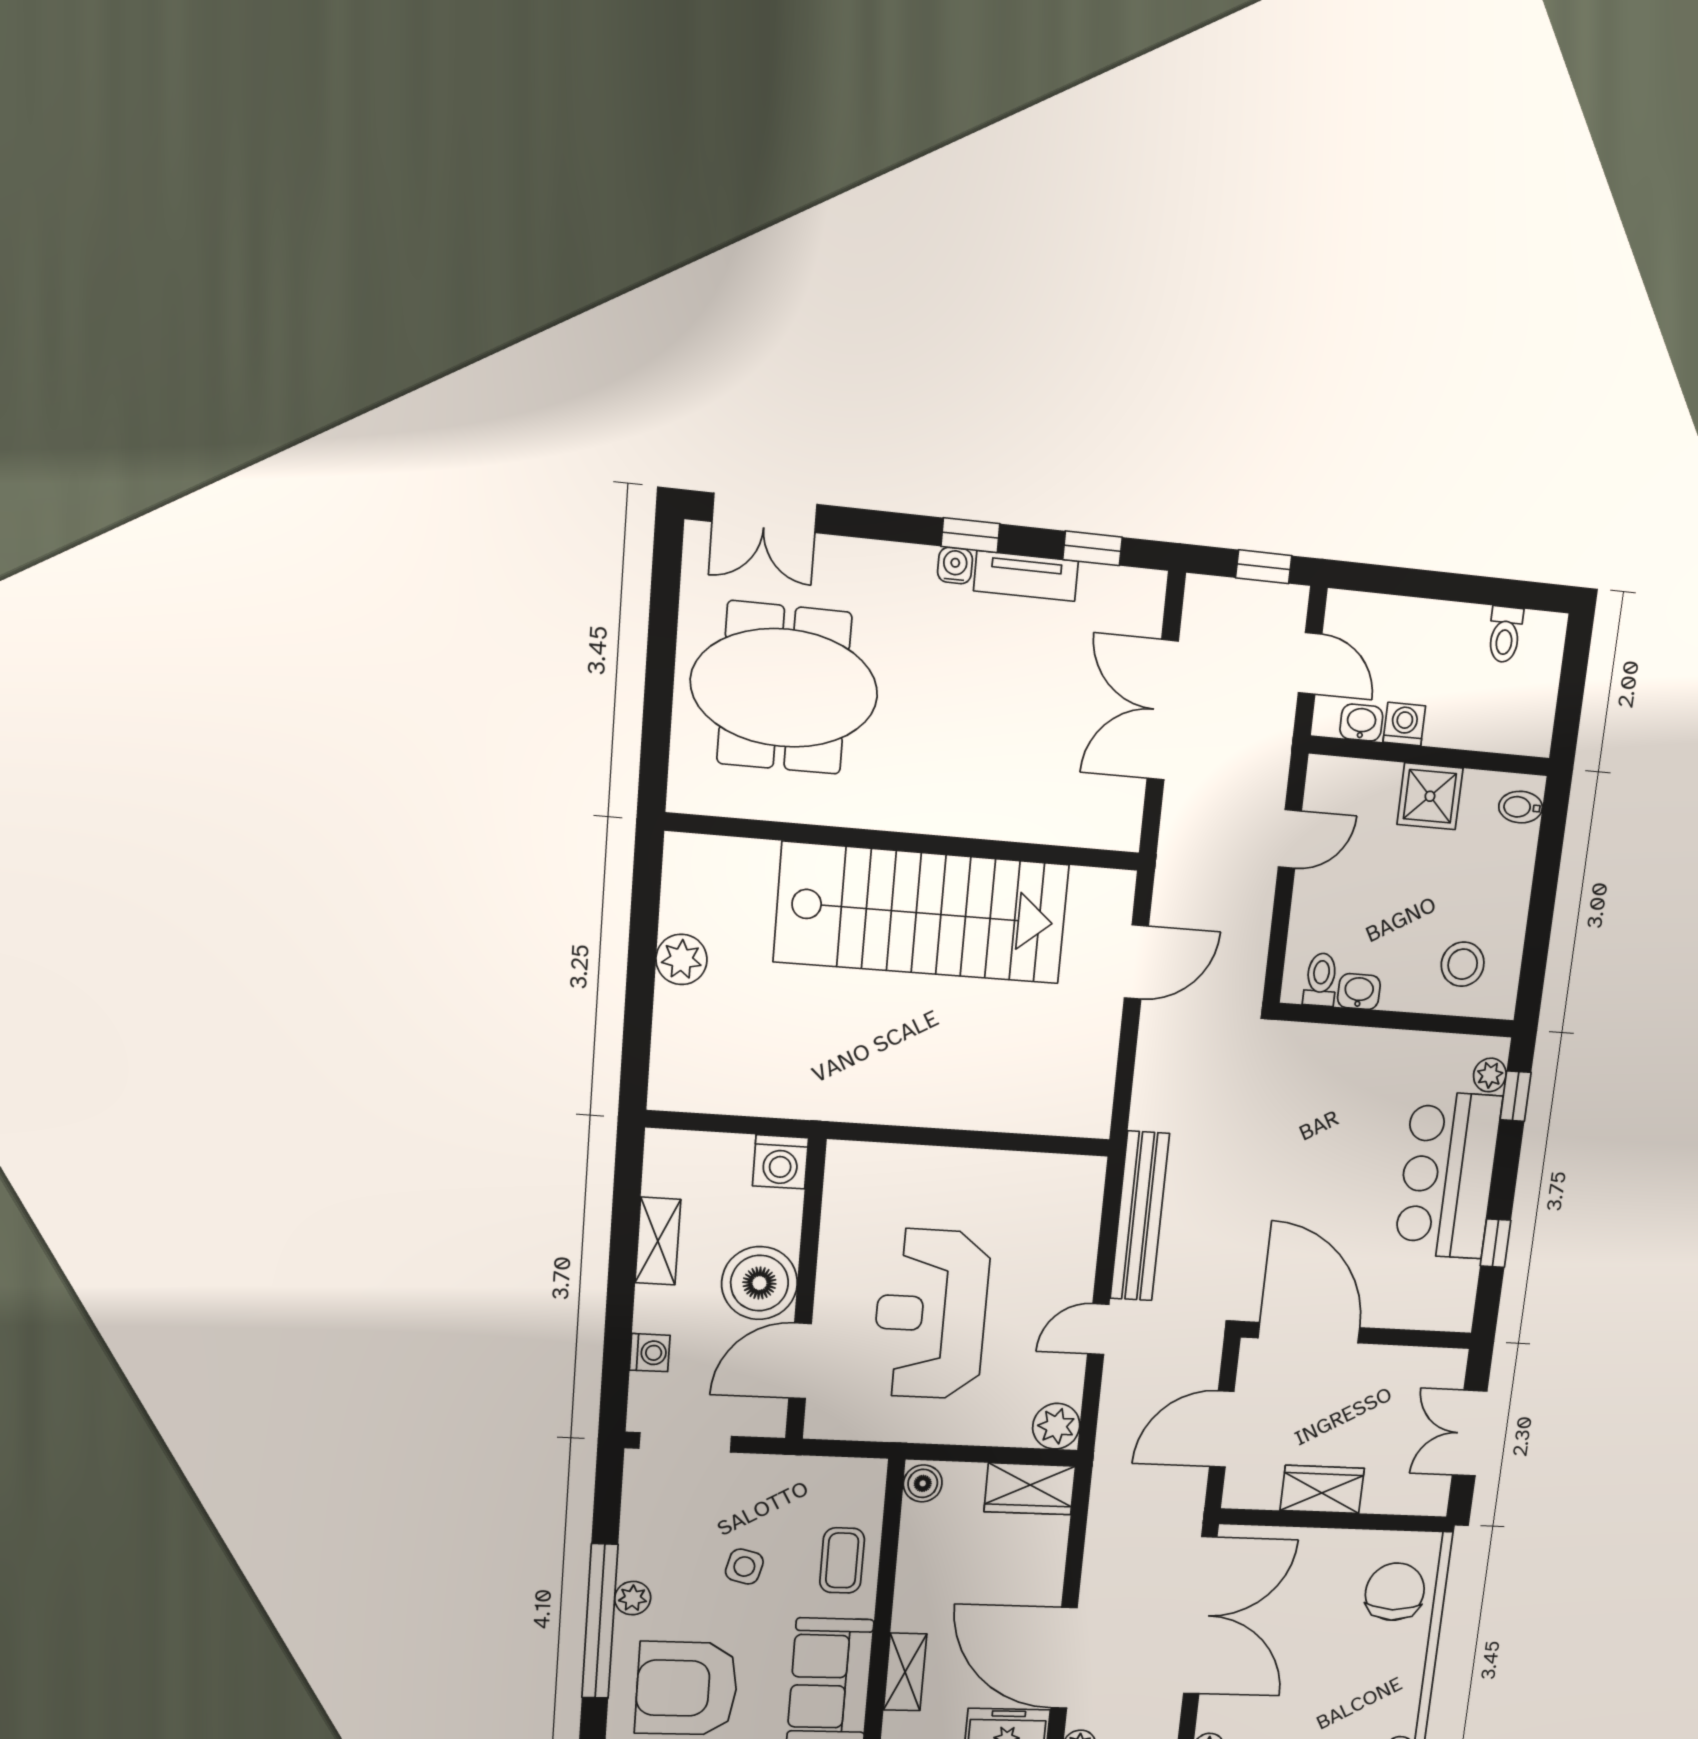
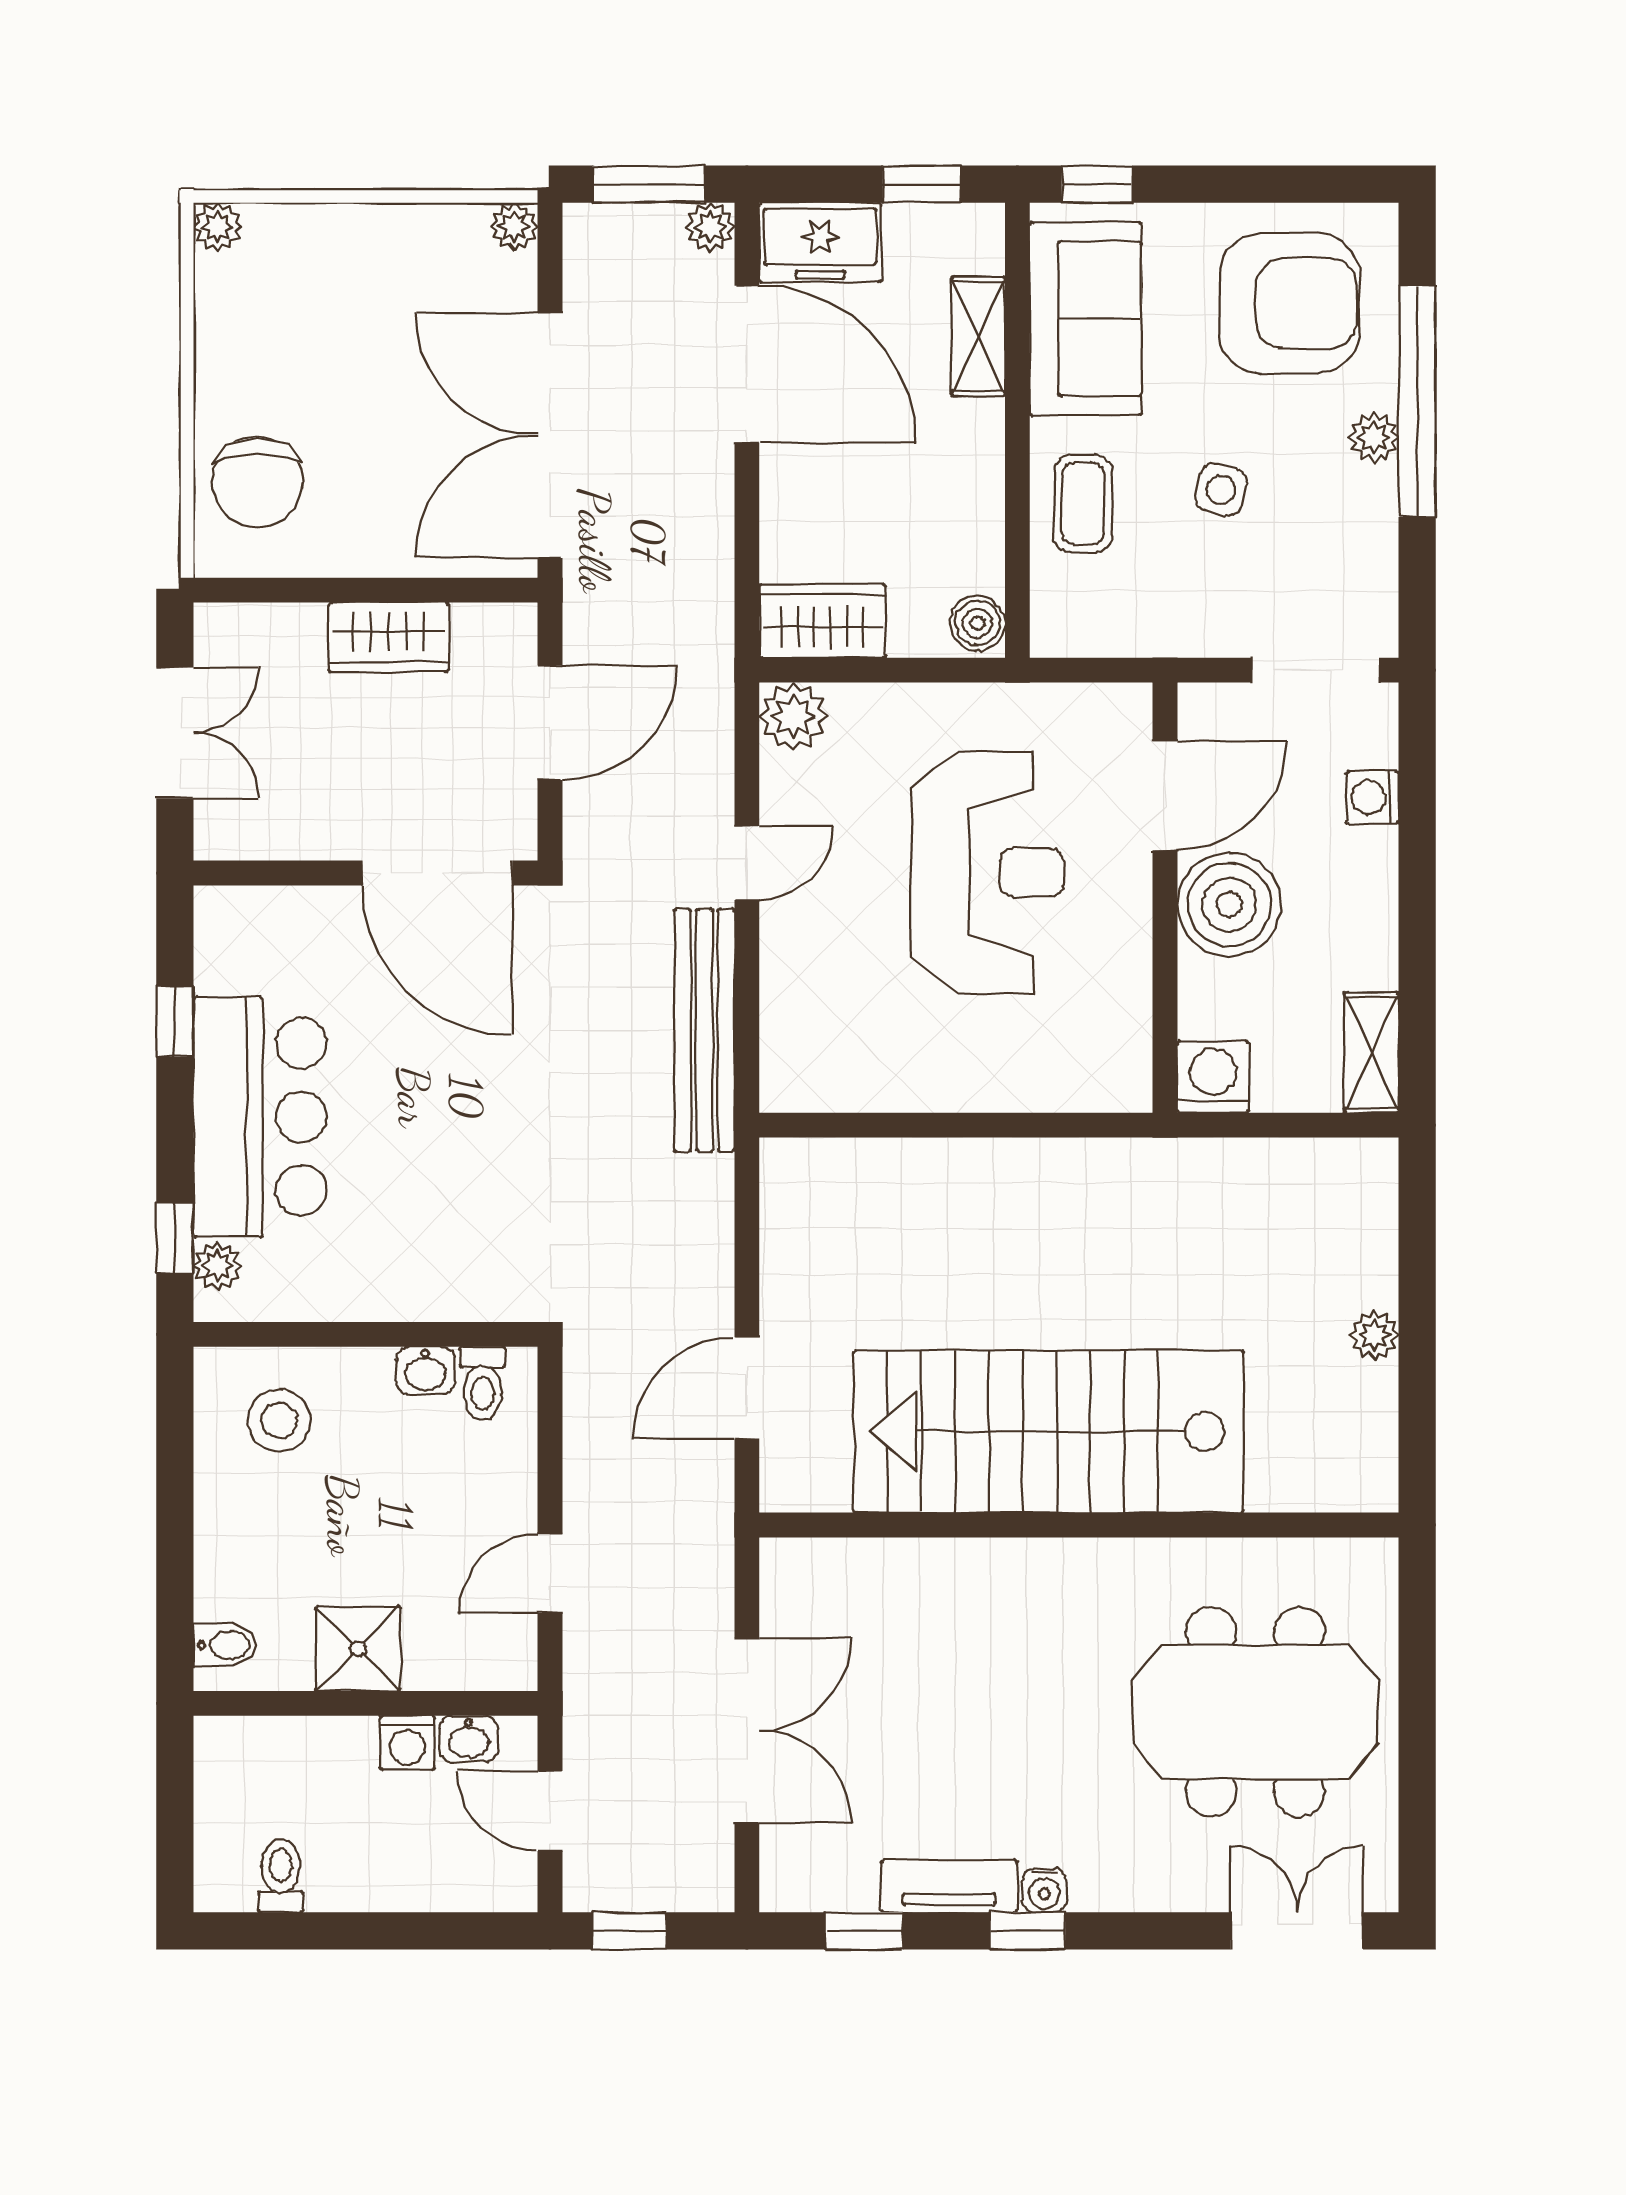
plant: (681, 959) -> (1374, 1335), width x0.73, depth x0.73
shelving: (658, 1241) -> (1372, 1053), moved

